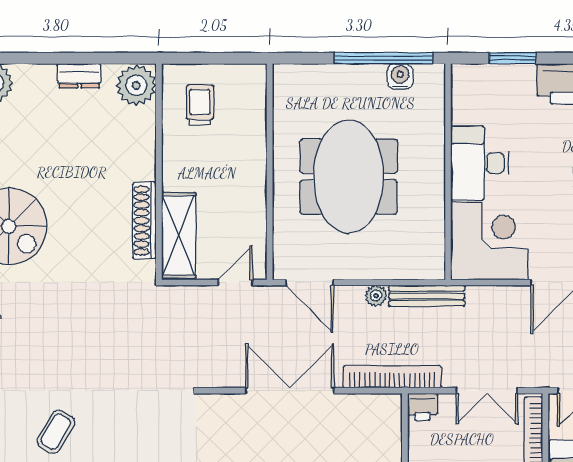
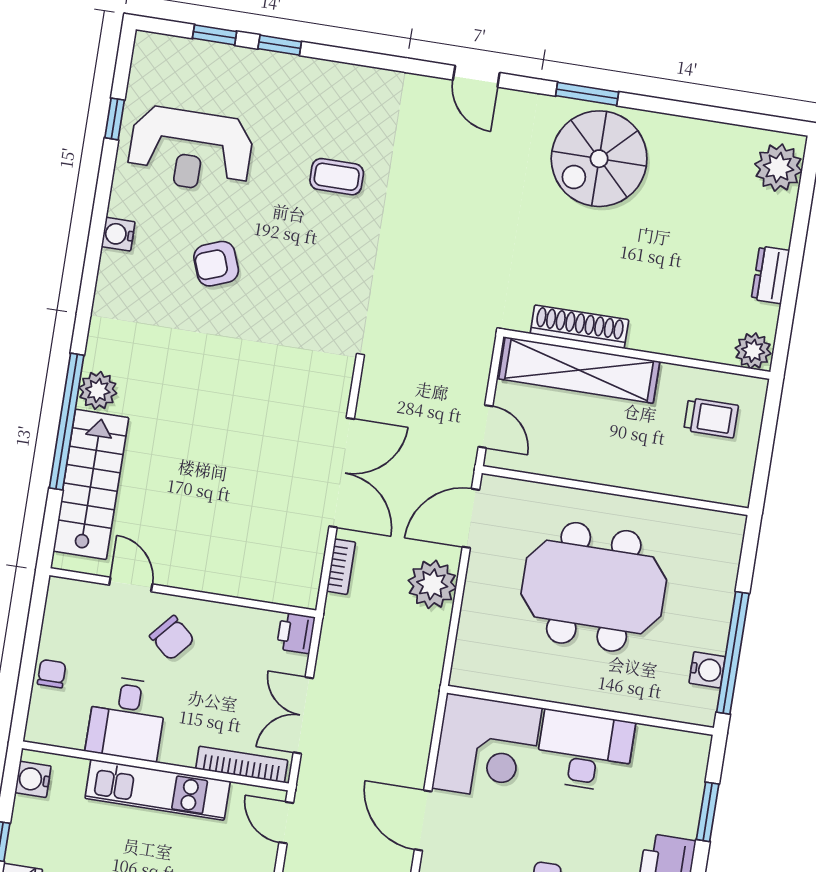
plant: (136, 85) -> (753, 351), width x0.73, depth x0.73
shelving: (179, 235) -> (579, 370), width x1.47
plant: (376, 296) -> (432, 584), width x1.88, depth x1.88
bench: (427, 296) -> (432, 660), removed
bookcase: (392, 377) -> (341, 567), width x0.43, depth x0.76
coffee table: (56, 432) -> (337, 177), turned -31

